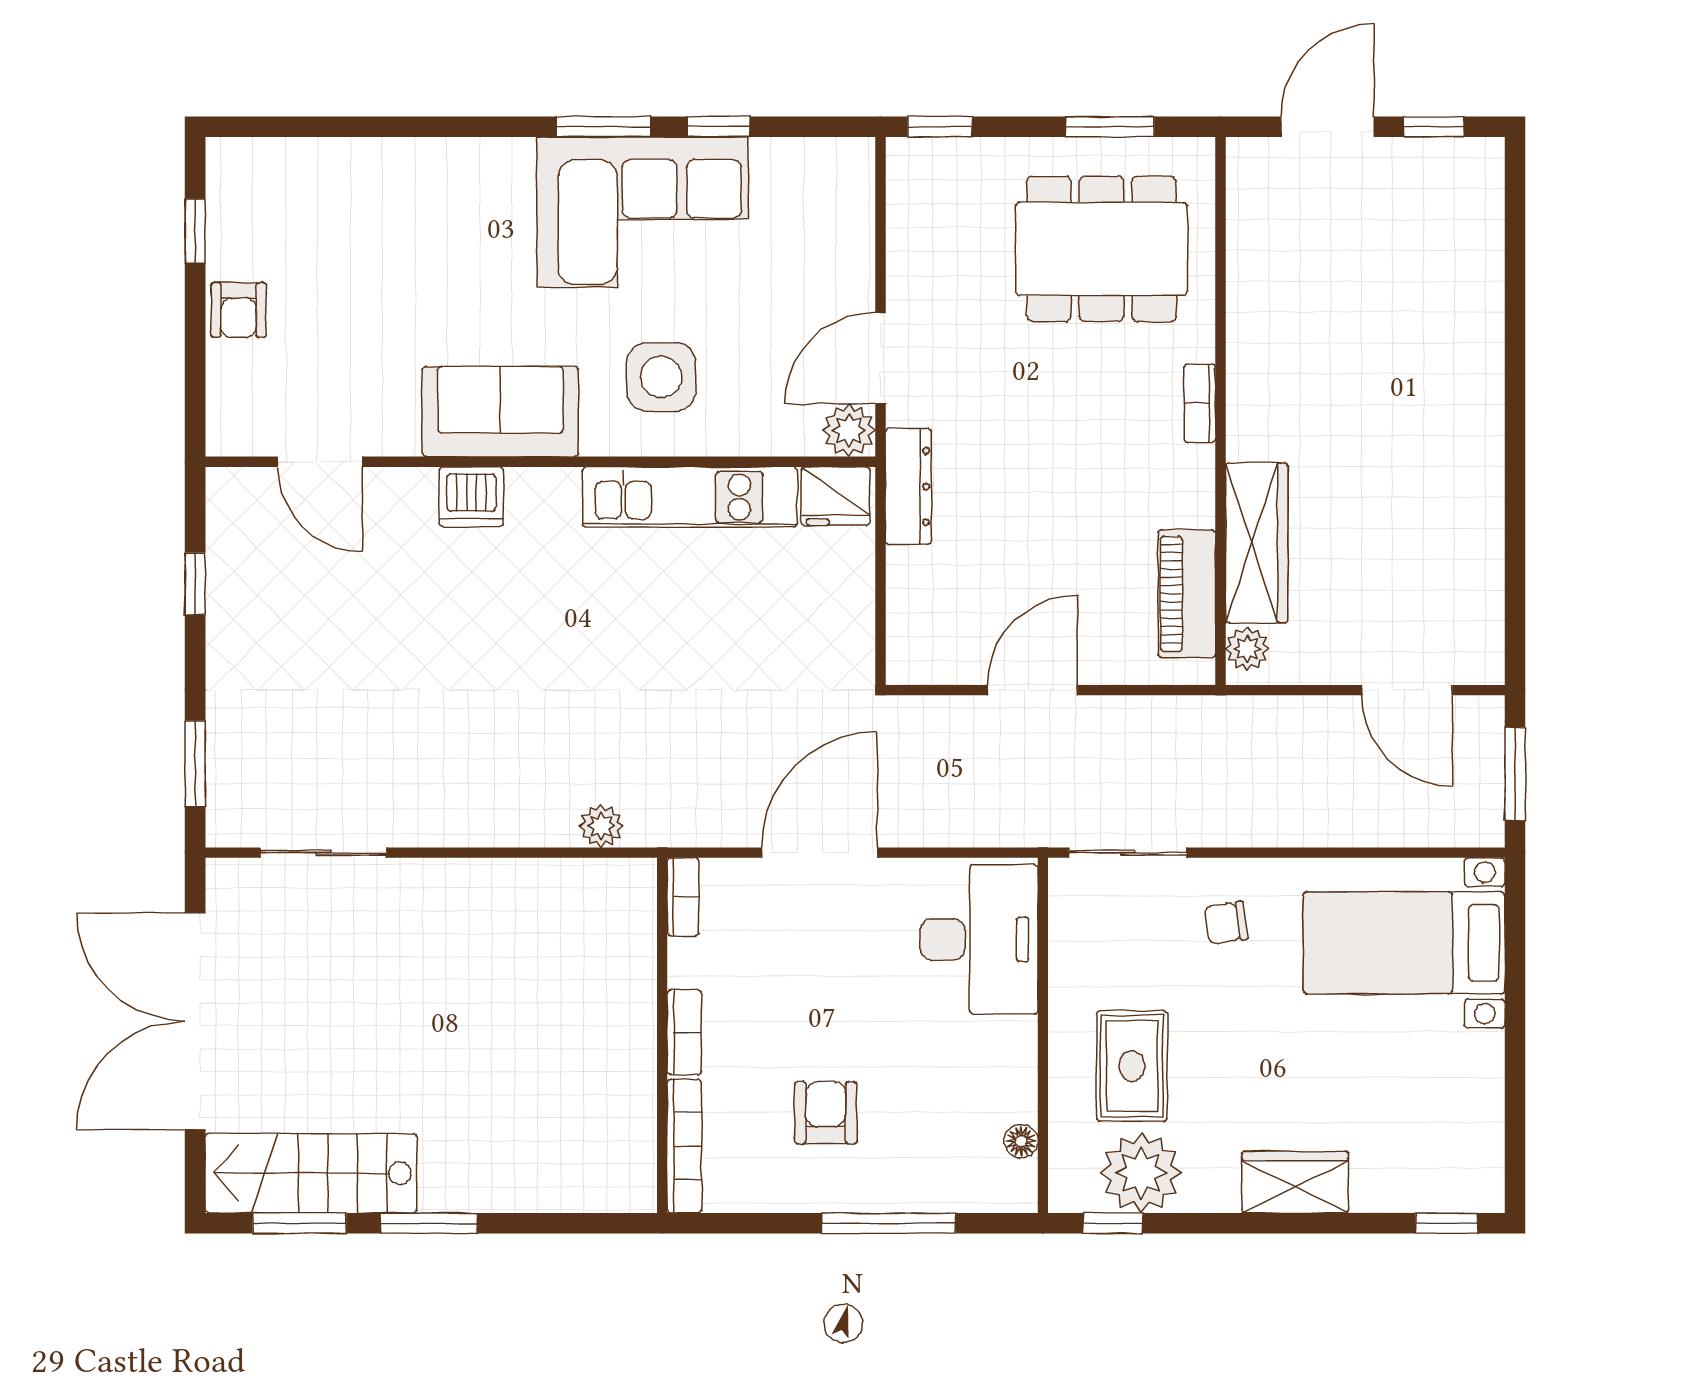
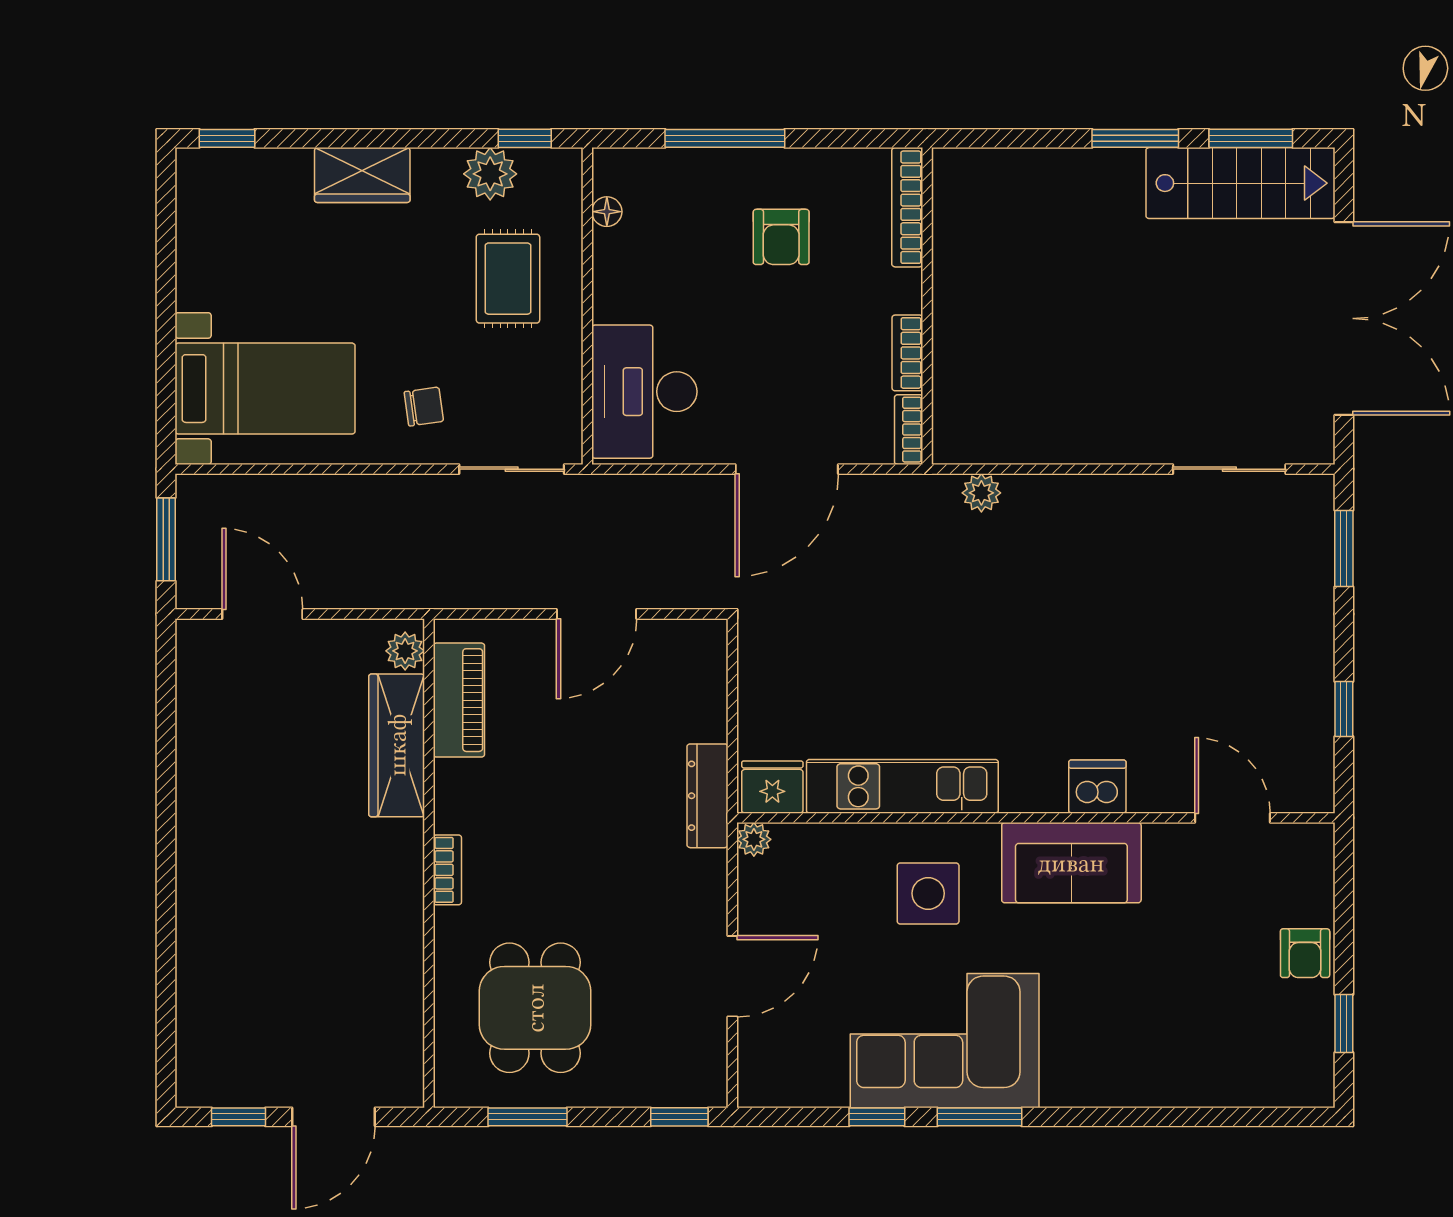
dining table: (1102, 249) -> (535, 1008), width x0.73
armchair: (239, 310) -> (1305, 953), turned 180
door: (880, 358) -> (732, 976), moved
plant: (849, 430) -> (754, 839), width x0.73, depth x0.73
bookcase: (684, 1032) -> (907, 353), moved
plant: (1141, 1173) -> (490, 174), width x0.73, depth x0.73

